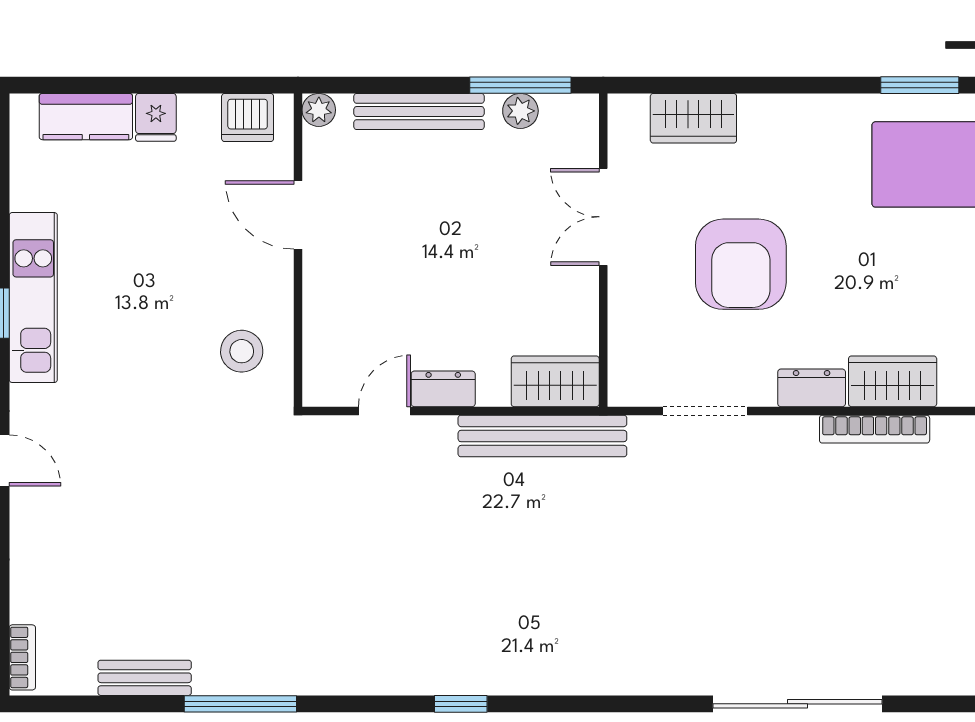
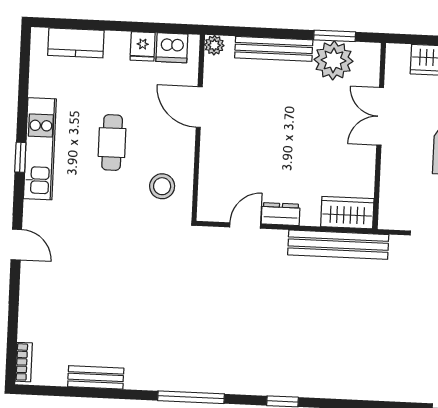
window: (520, 85) -> (335, 36), width x0.69
plant: (520, 111) -> (333, 60), width x1.88, depth x1.88
fridge: (156, 117) -> (143, 46), moved
cafe table: (154, 281) -> (112, 143), added
window: (240, 704) -> (191, 397), moved

